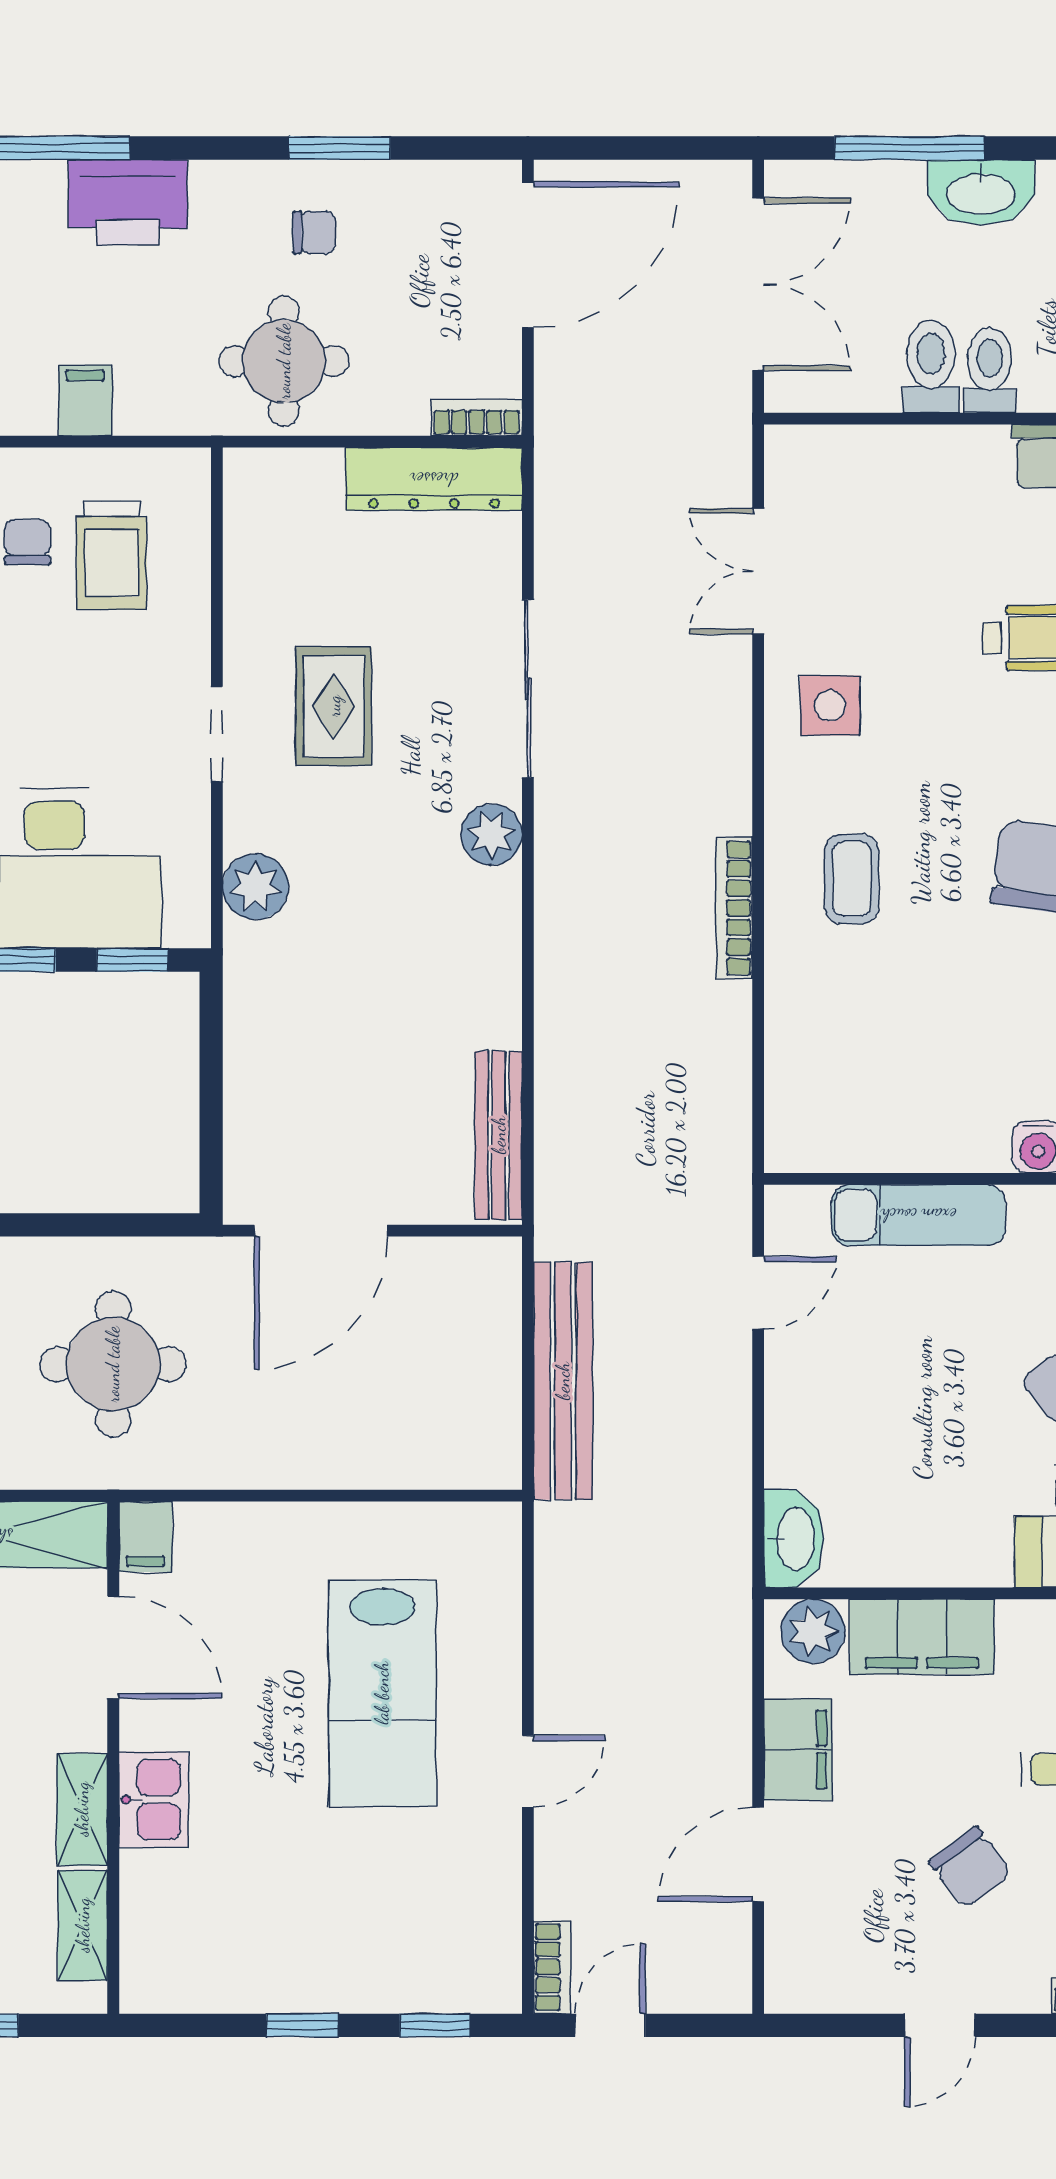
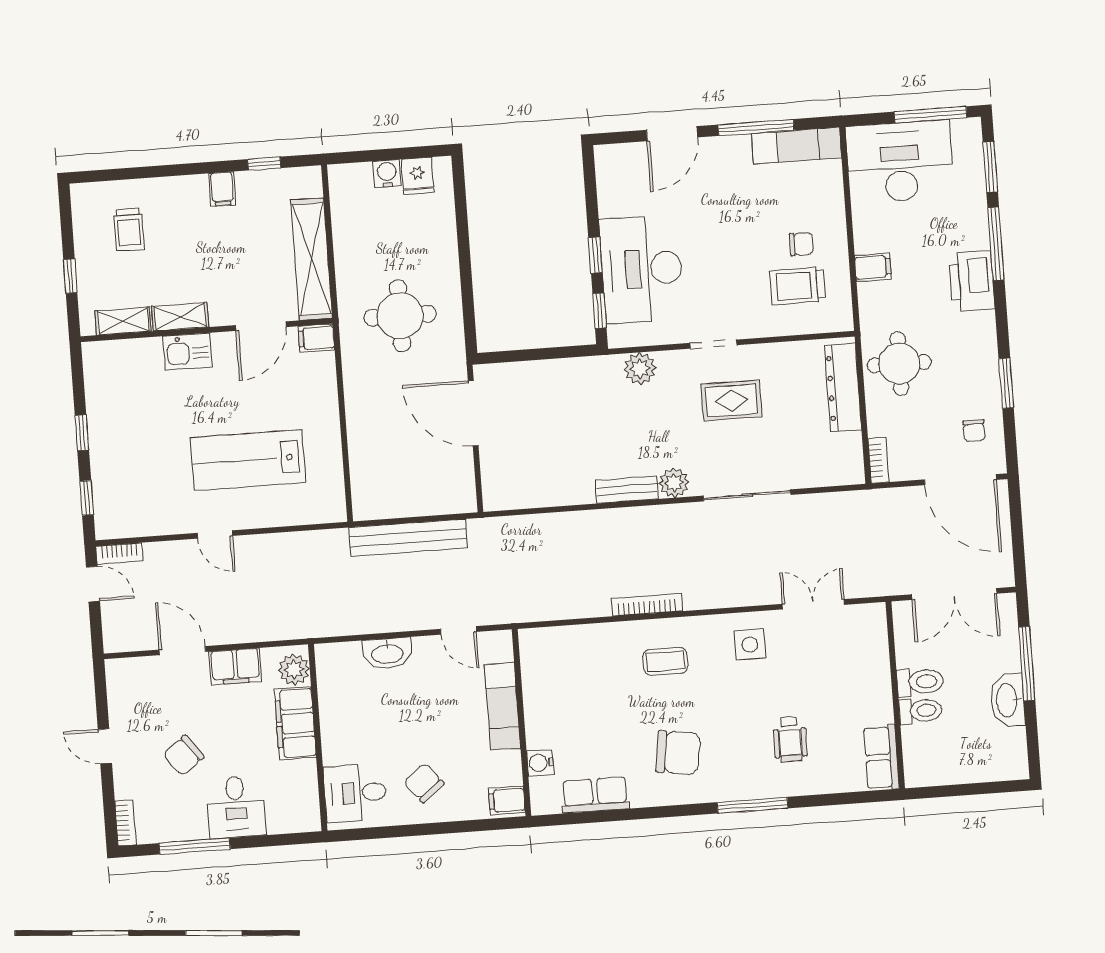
chair: (314, 233) -> (974, 430), moved
dresser: (434, 479) -> (843, 388), moved
bench: (499, 1135) -> (627, 490), moved, width x0.73
washbasin: (794, 1539) -> (387, 653), moved

